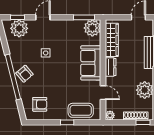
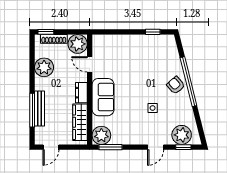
armchair: (40, 104) -> (159, 52), removed
coffee table: (81, 110) -> (114, 45), removed
plant: (110, 115) -> (78, 44), width x1.88, depth x1.88
window: (67, 122) -> (153, 32), moved

